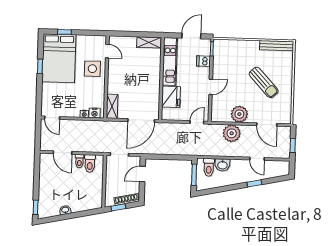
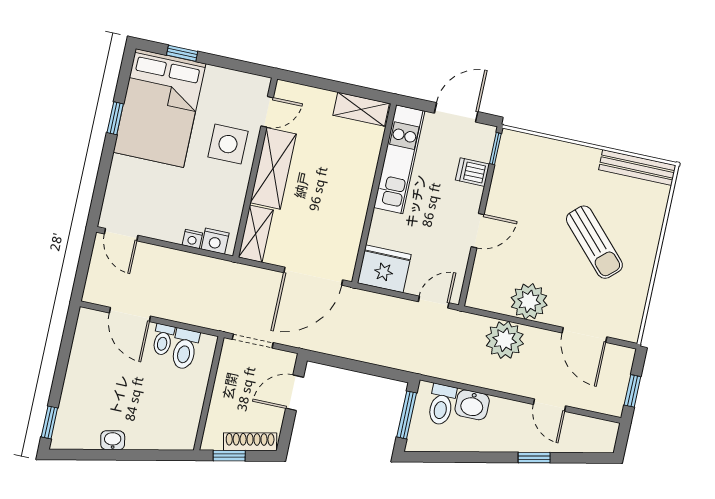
door: (107, 51) -> (267, 112), hinge flipped
shelving: (115, 76) -> (273, 168), added
fridge: (171, 97) -> (384, 269), moved, turned -90

